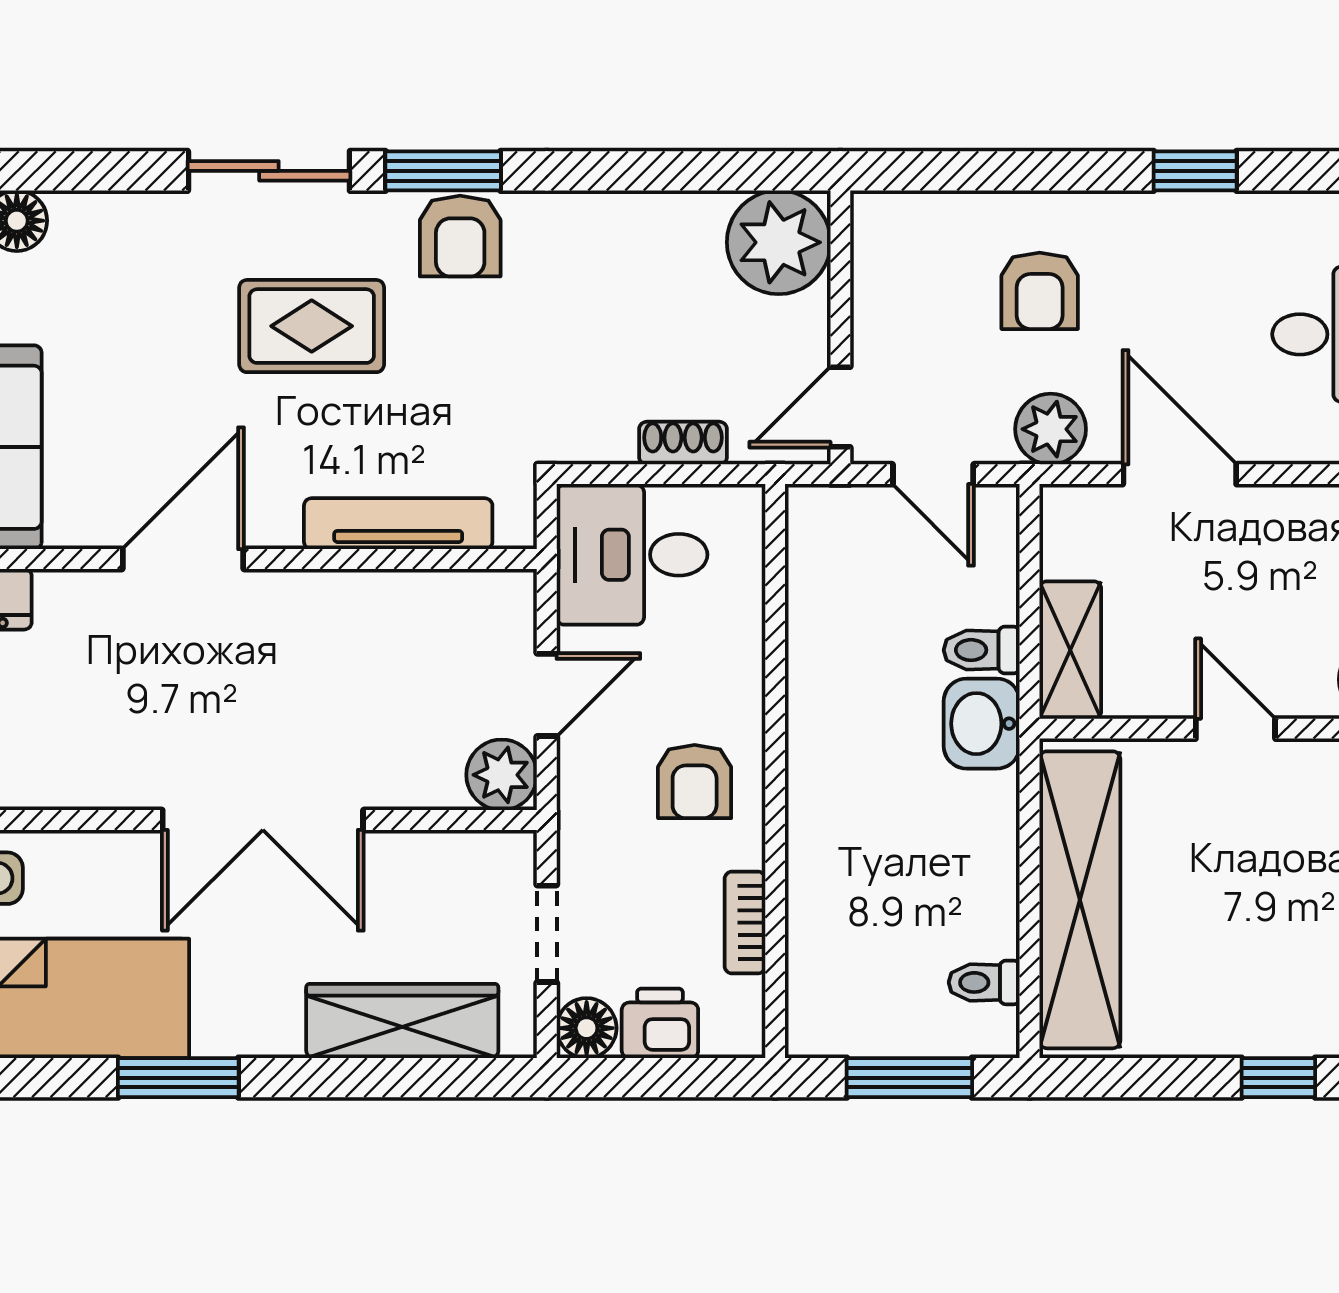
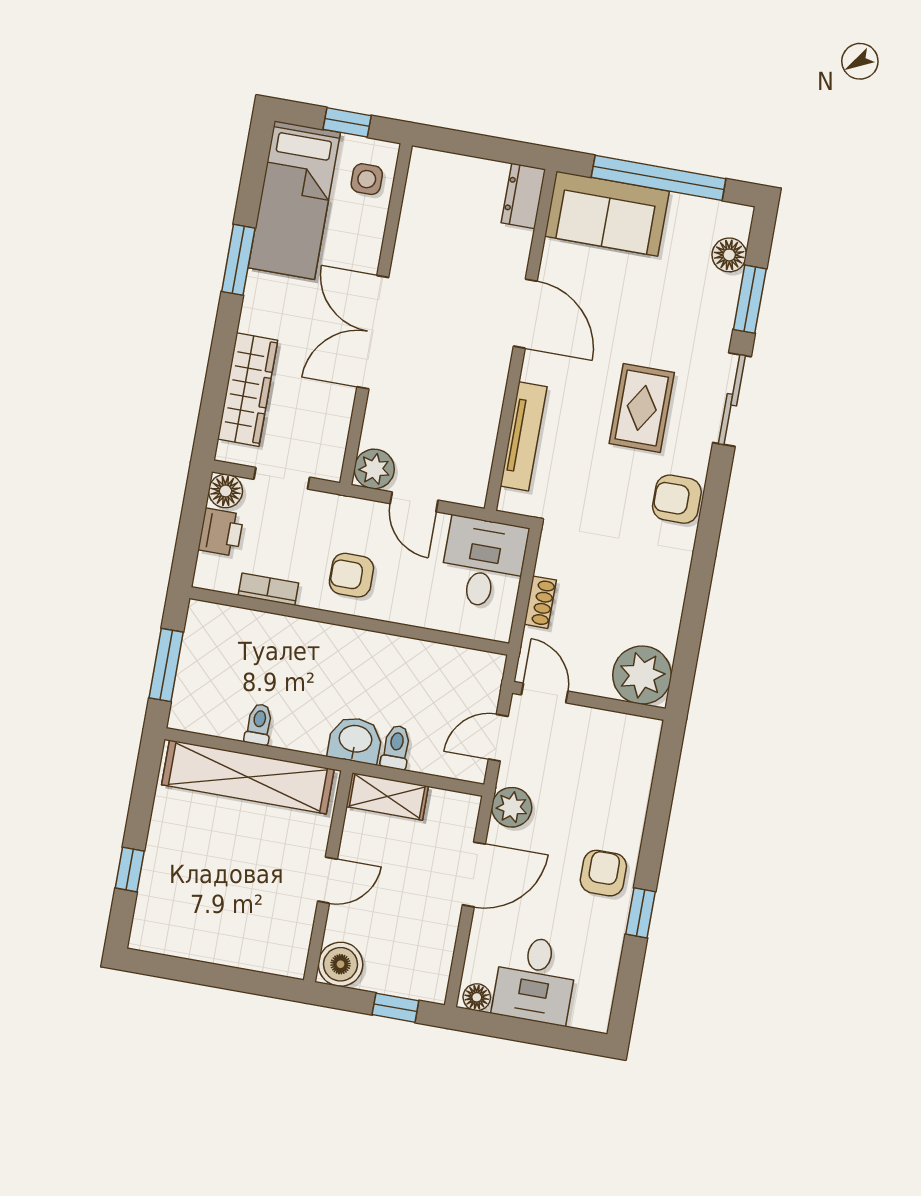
window: (443, 171) -> (750, 299), moved
armchair: (1040, 291) -> (603, 873), moved, turned 90
toilet: (984, 982) -> (259, 724), moved

